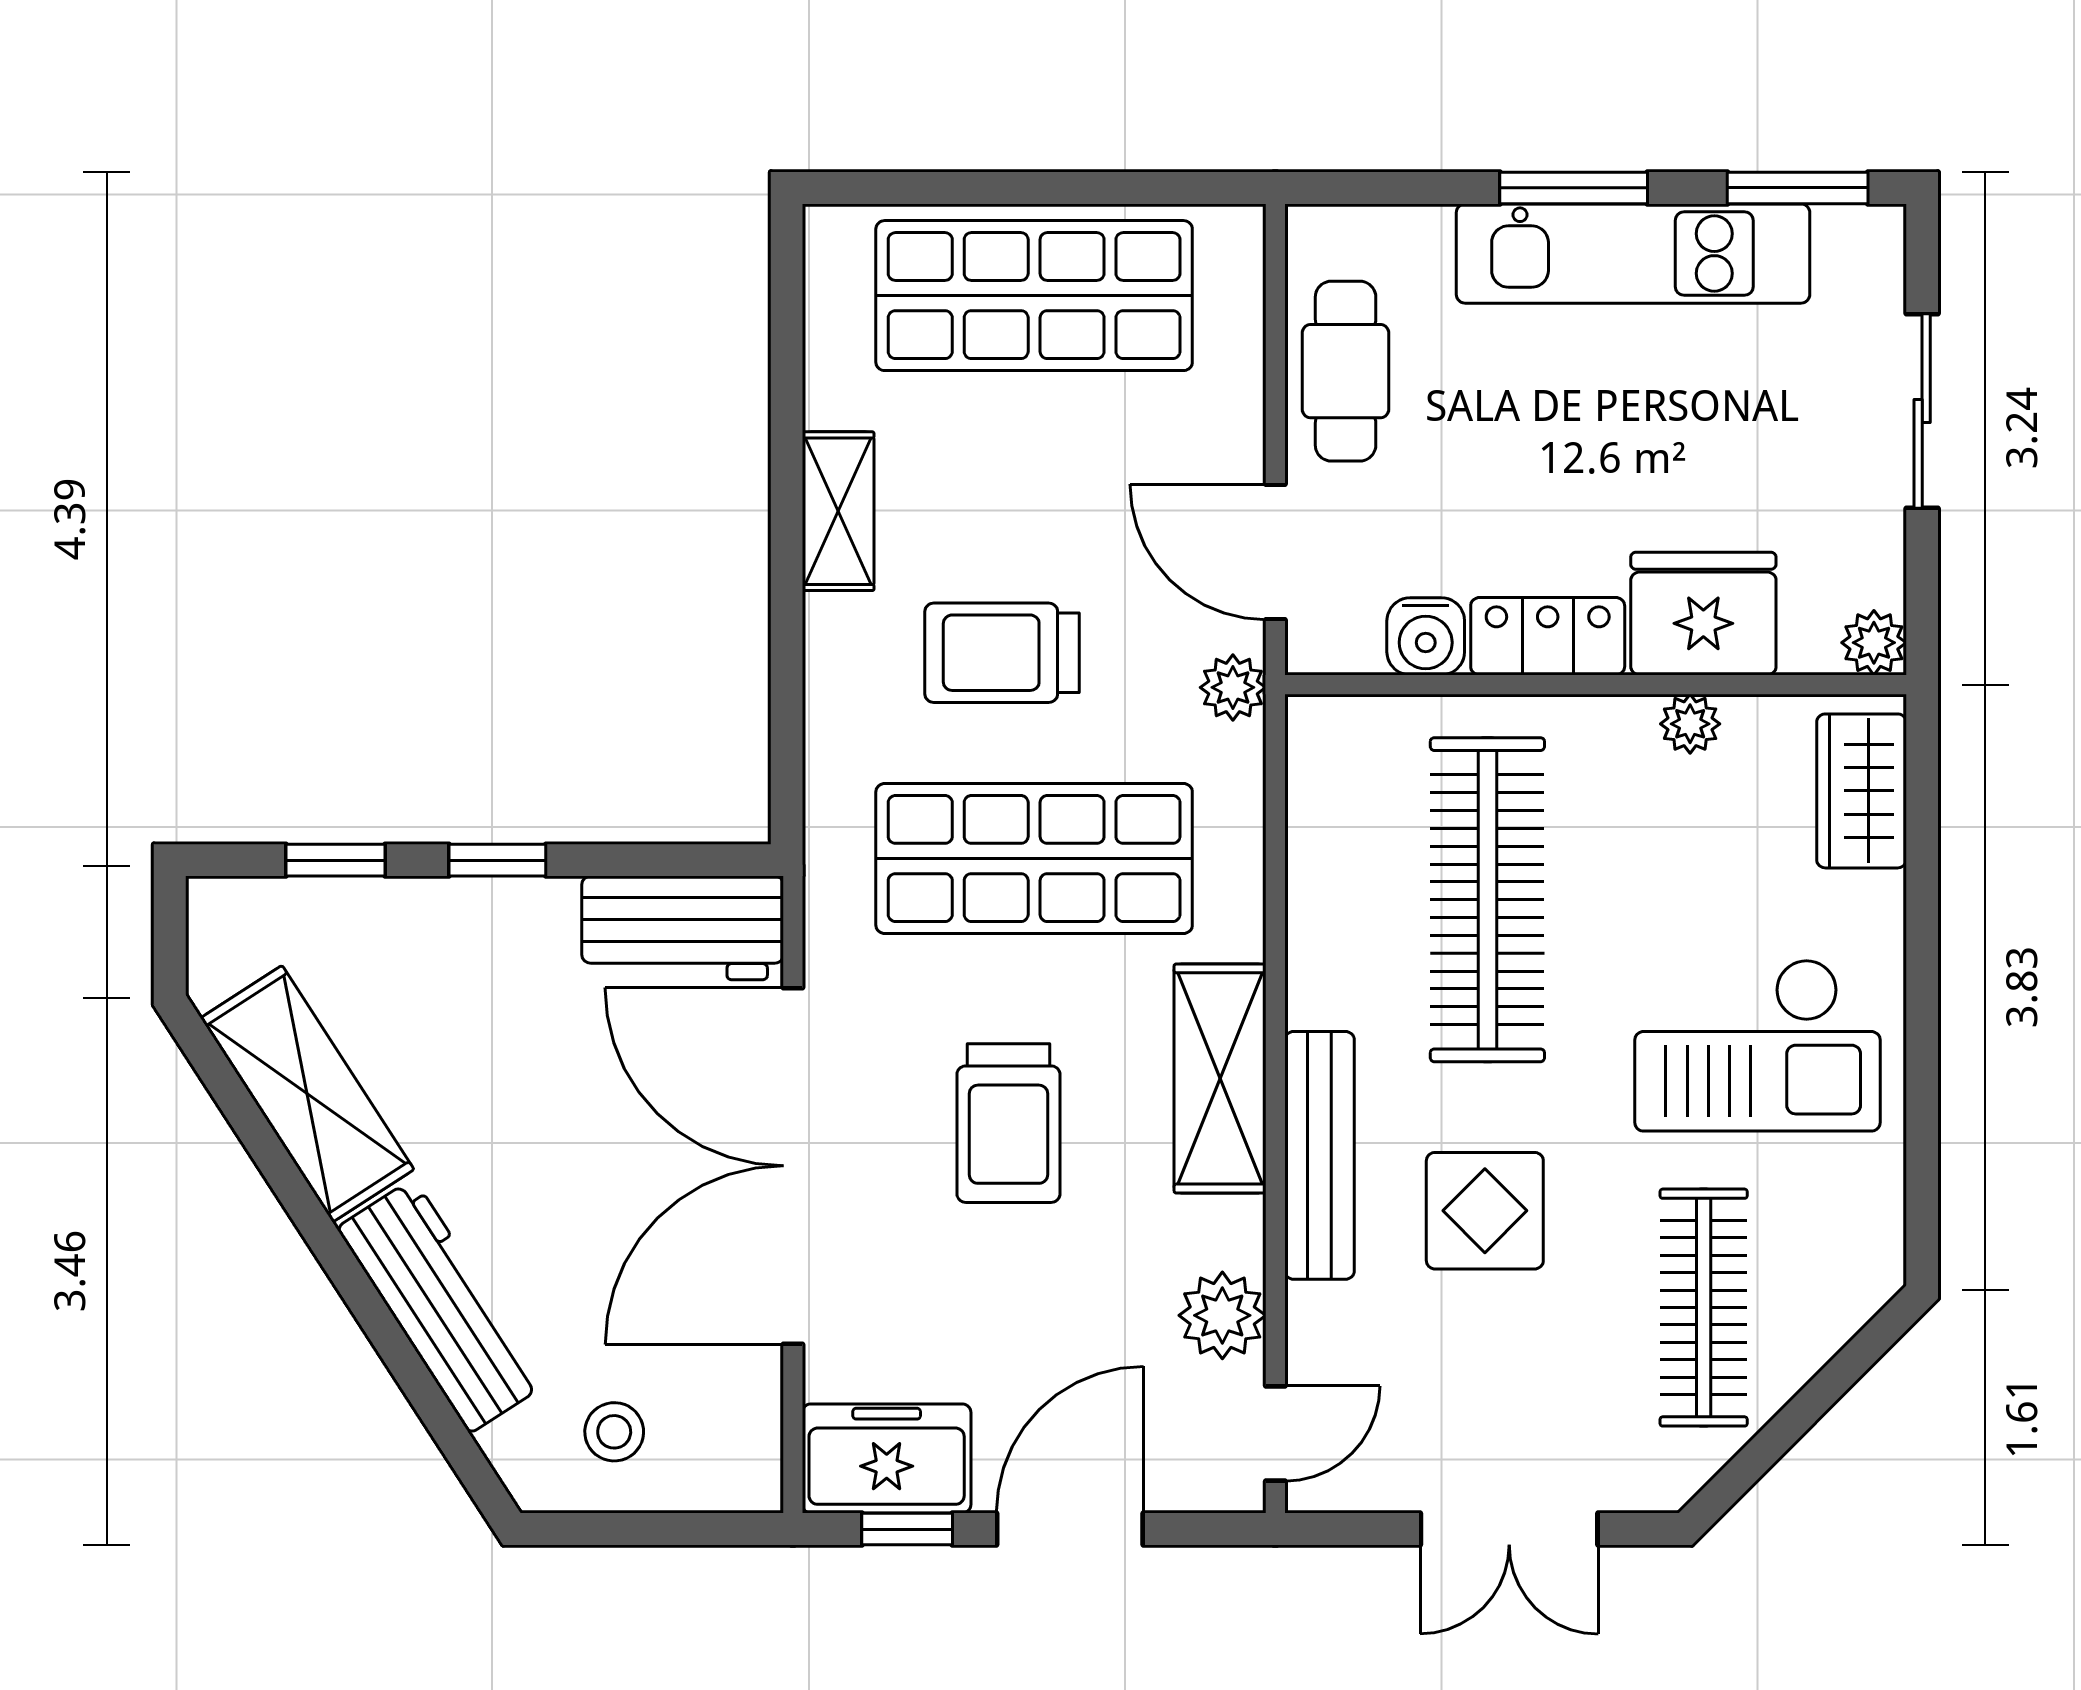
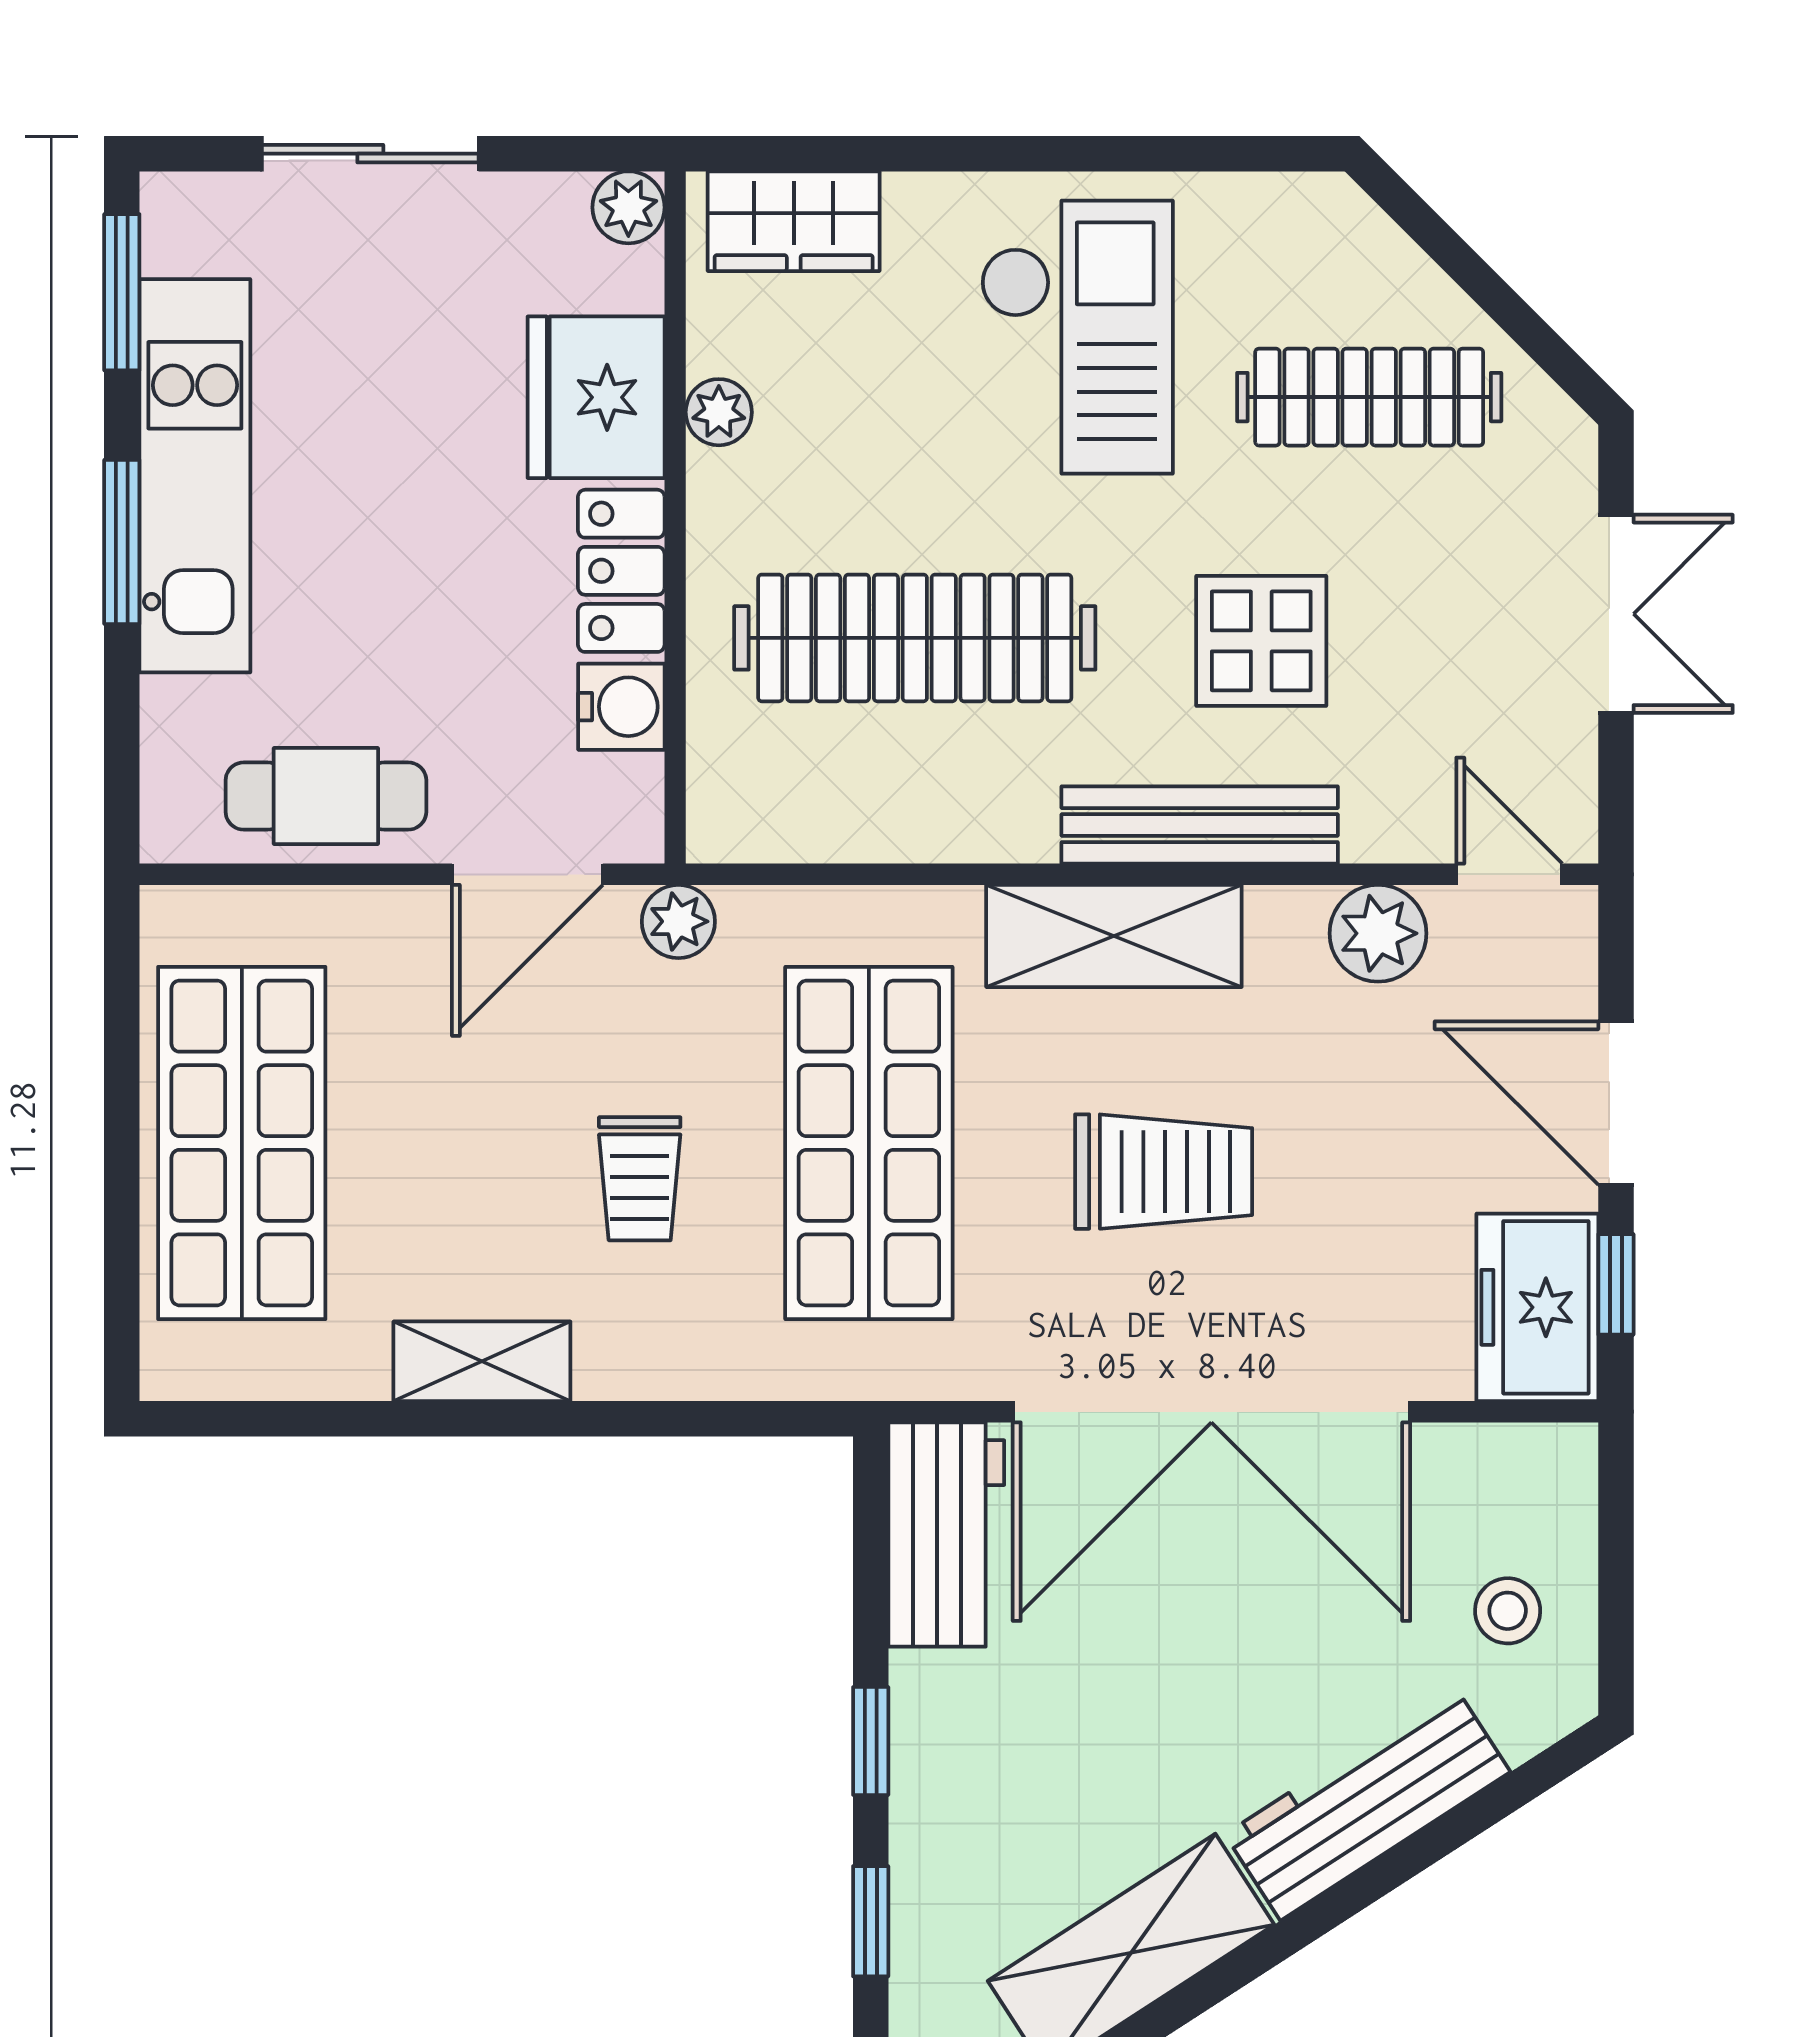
trolley: (1002, 653) -> (640, 1179), width x0.73, depth x0.72

